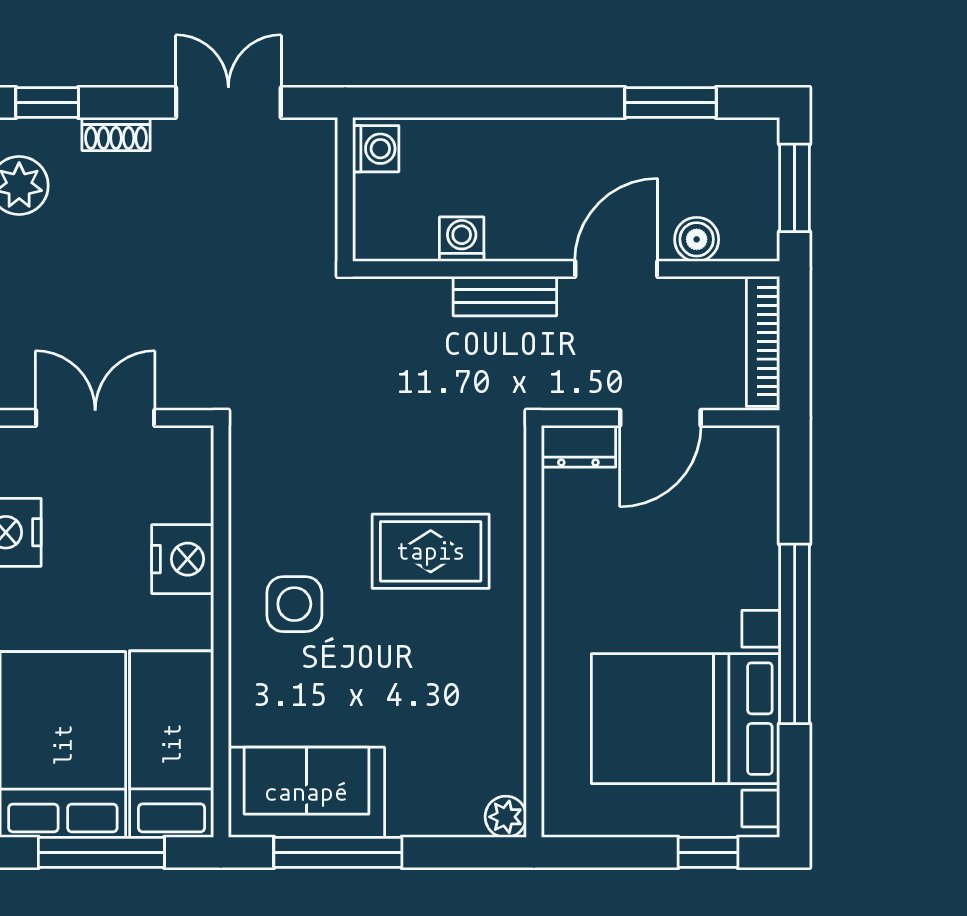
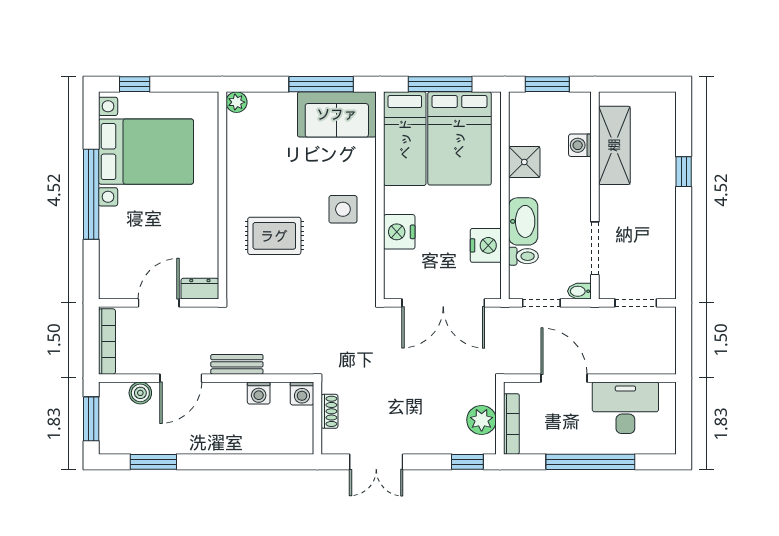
shoe rack: (116, 134) -> (329, 411), moved, turned 90
washing machine: (376, 149) -> (302, 393), moved, turned -90
double door: (95, 418) -> (443, 303), width x1.37

